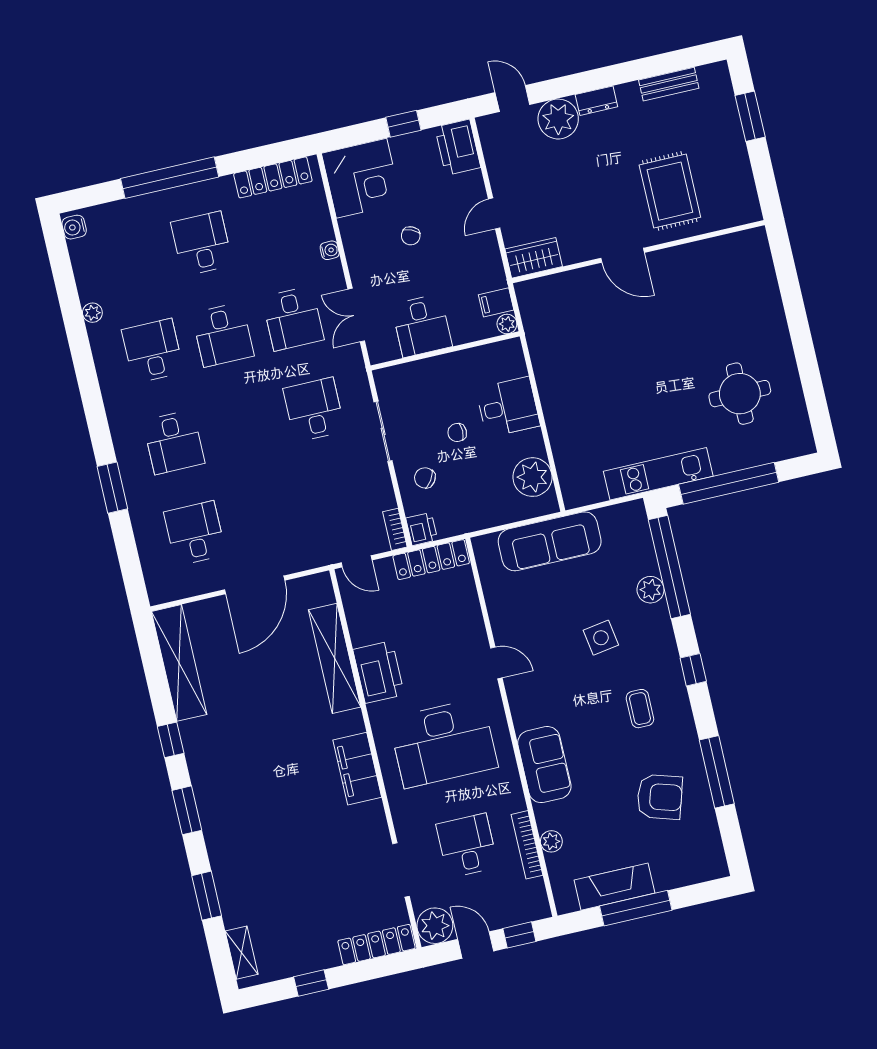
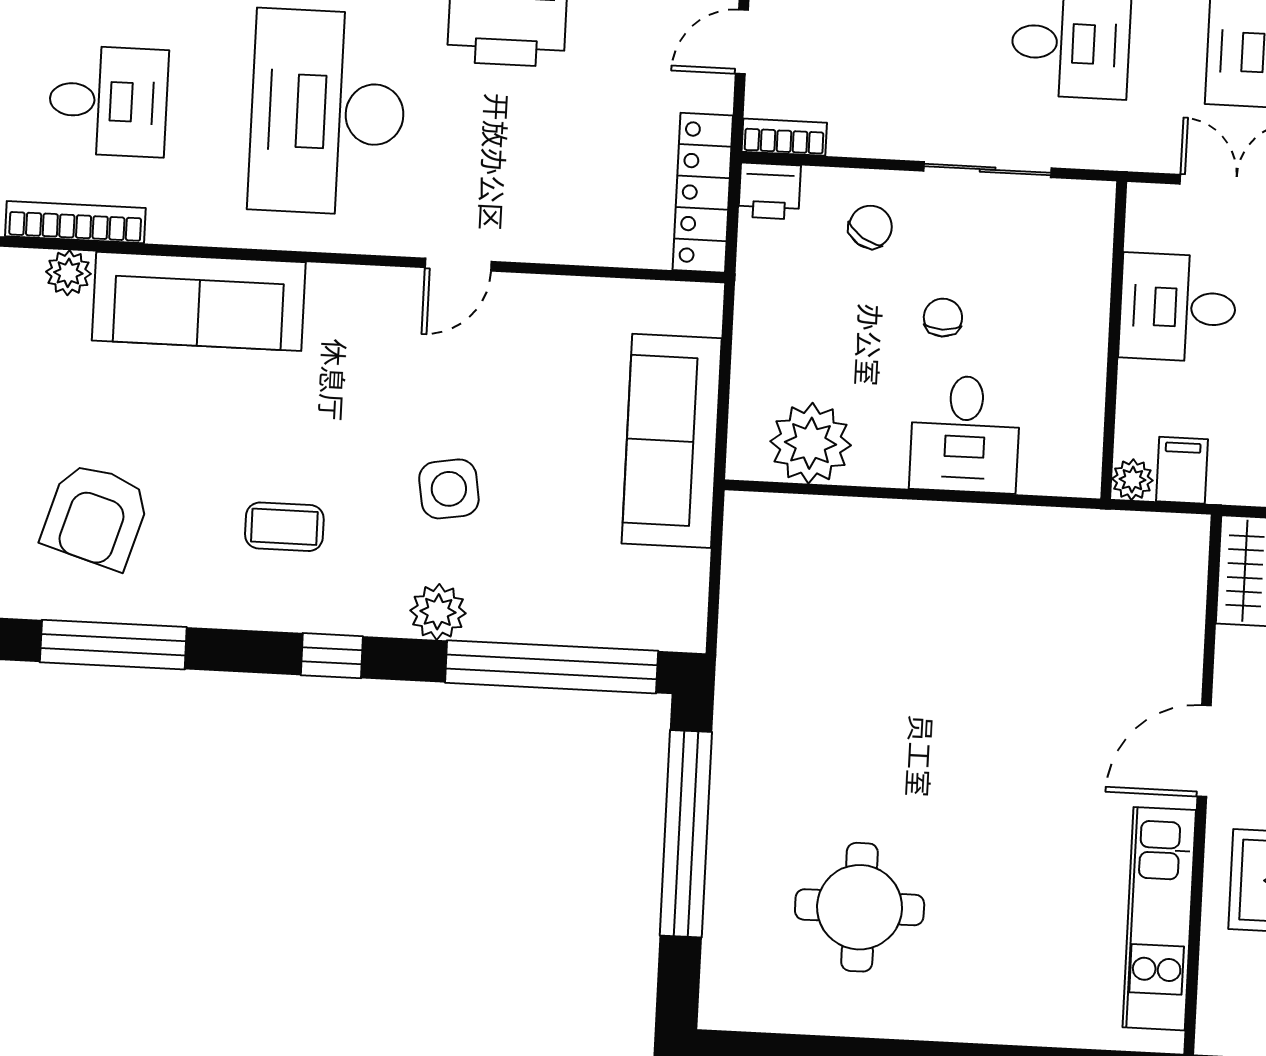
kitchen unit: (658, 474) -> (1159, 919), moved, turned 180
plant: (651, 590) -> (438, 612), moved
sofa: (544, 765) -> (199, 301), width x1.36

